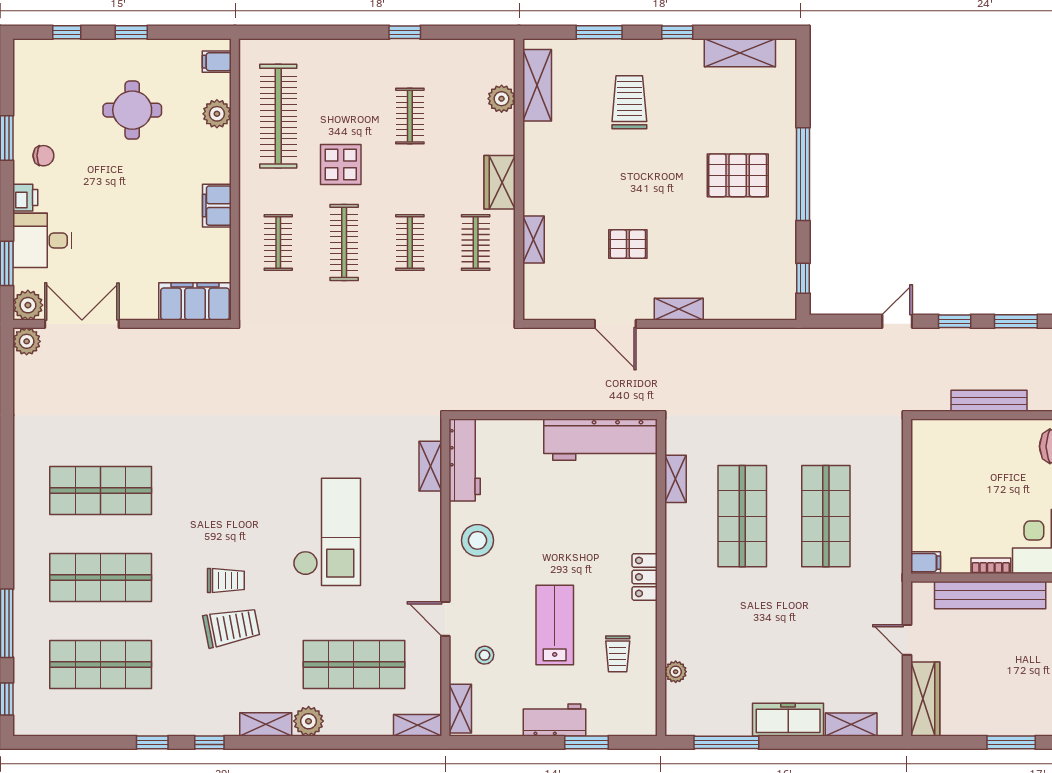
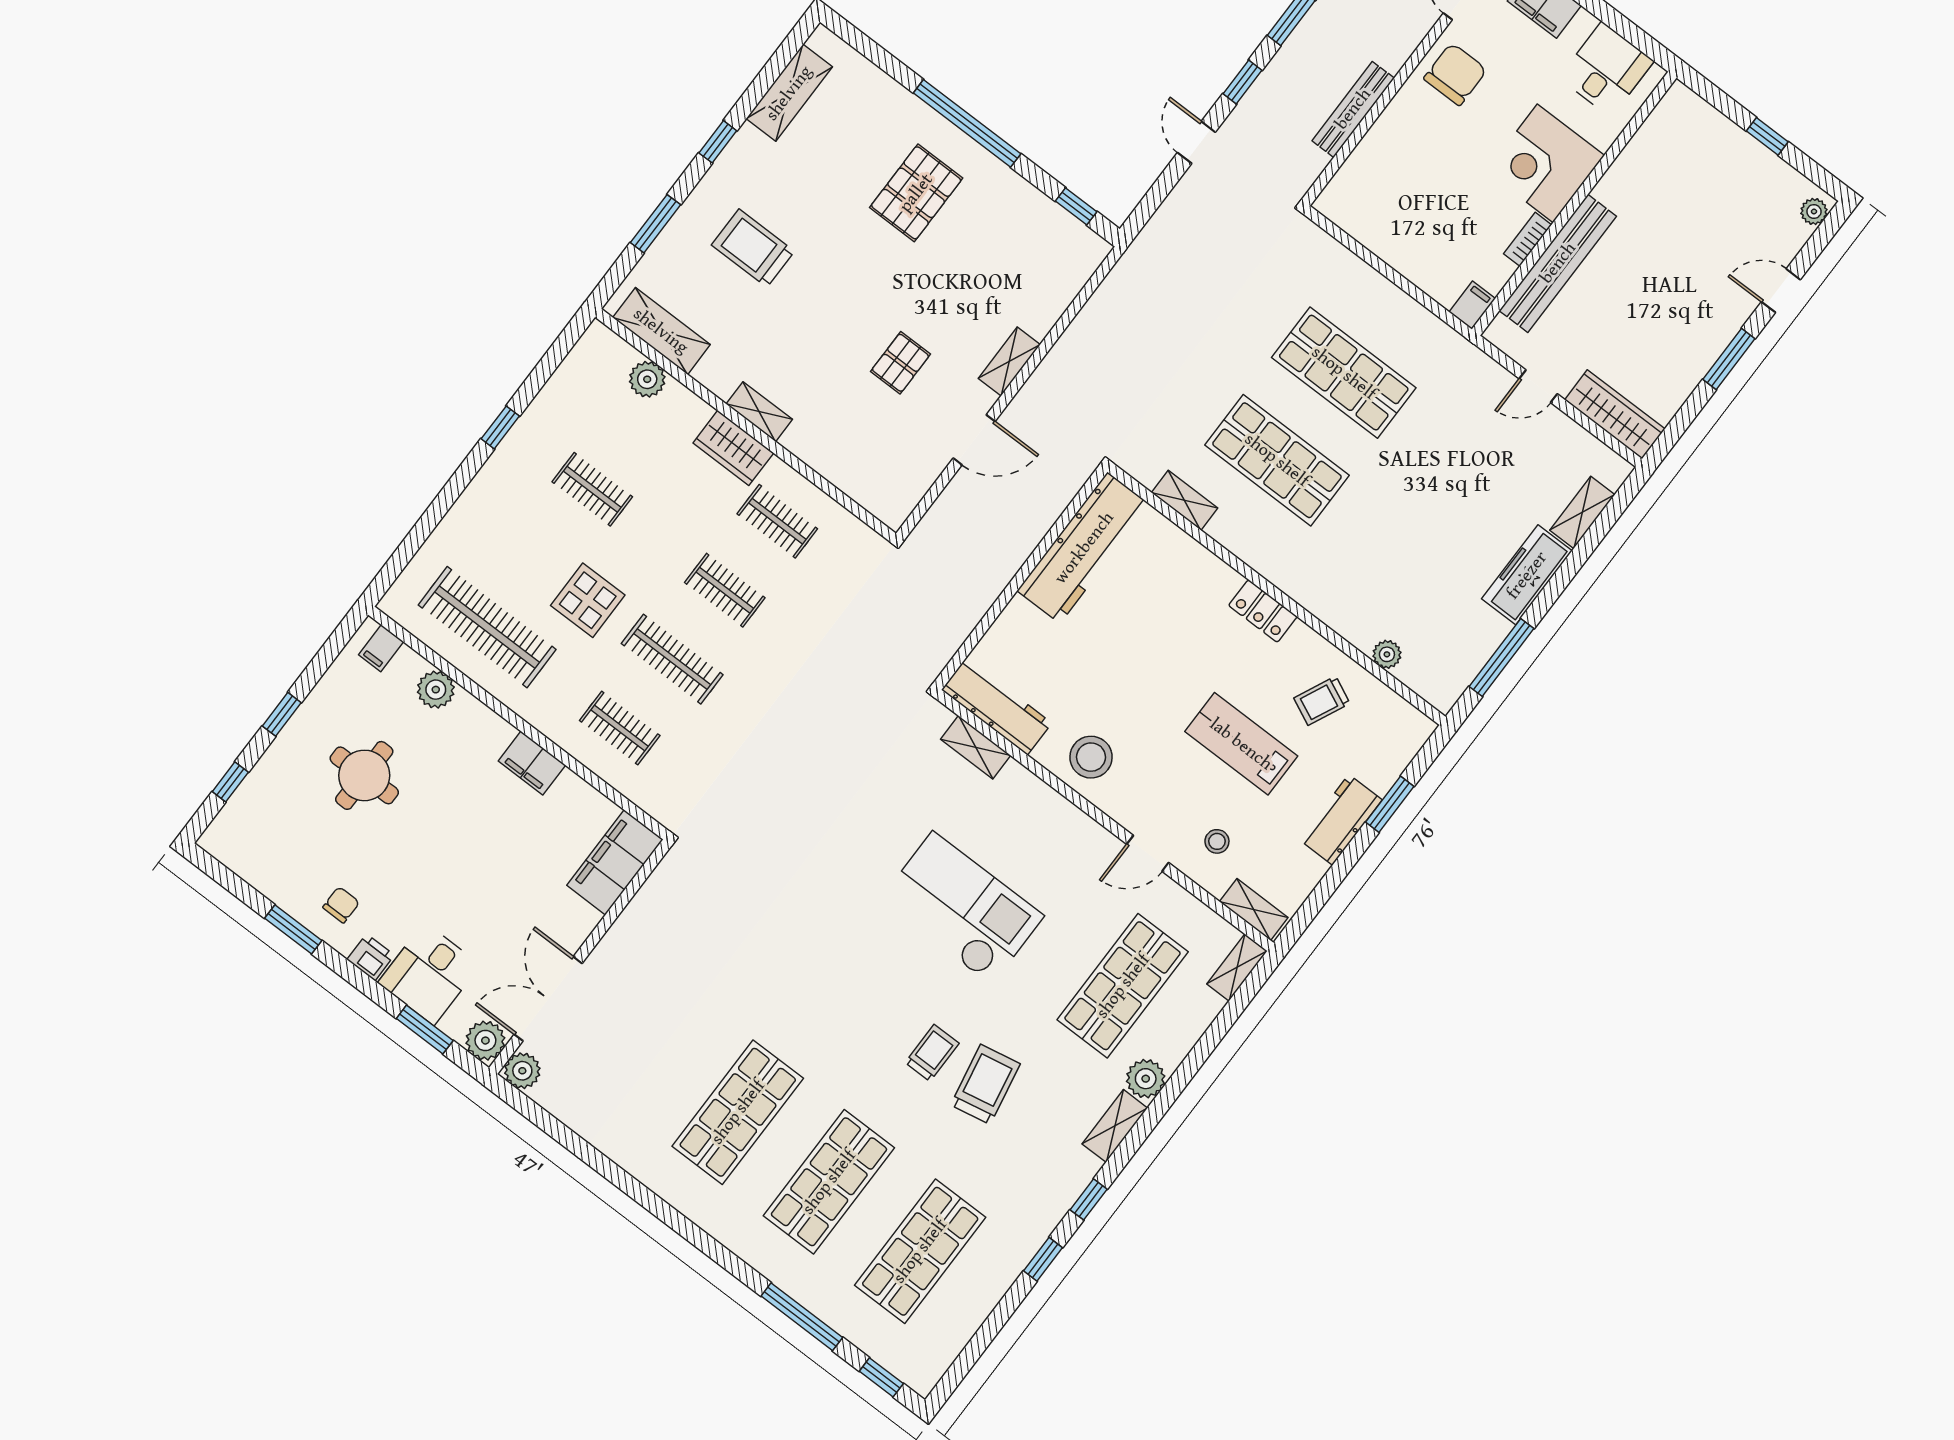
shelving: (533, 239) -> (759, 412), moved
trolley: (618, 654) -> (1322, 701), turned 115

